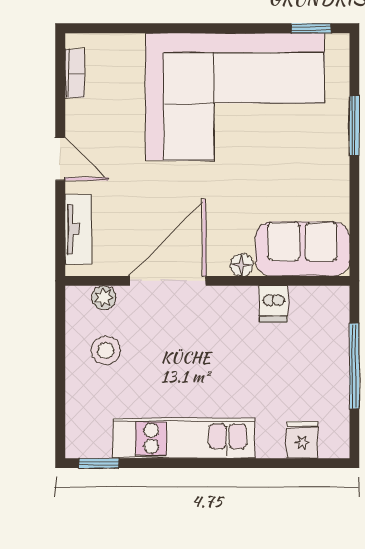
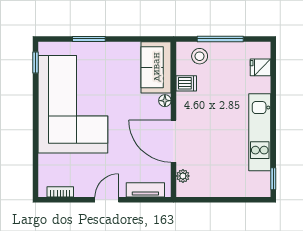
stool: (106, 351) -> (200, 56), moved

